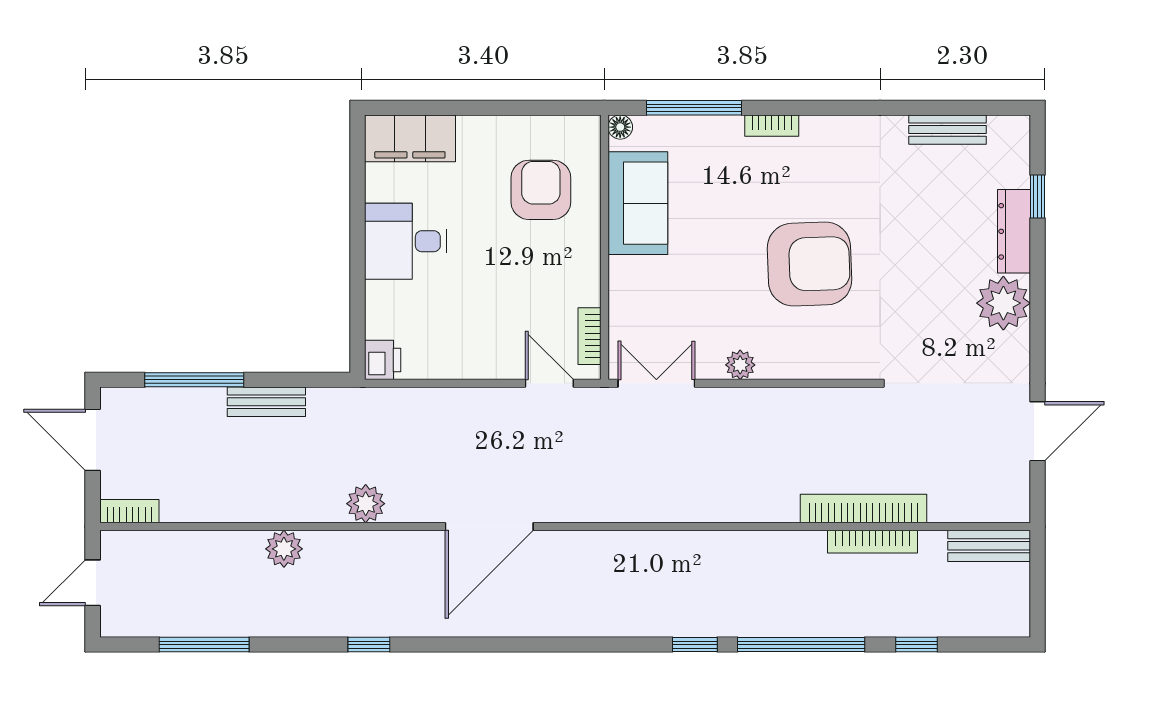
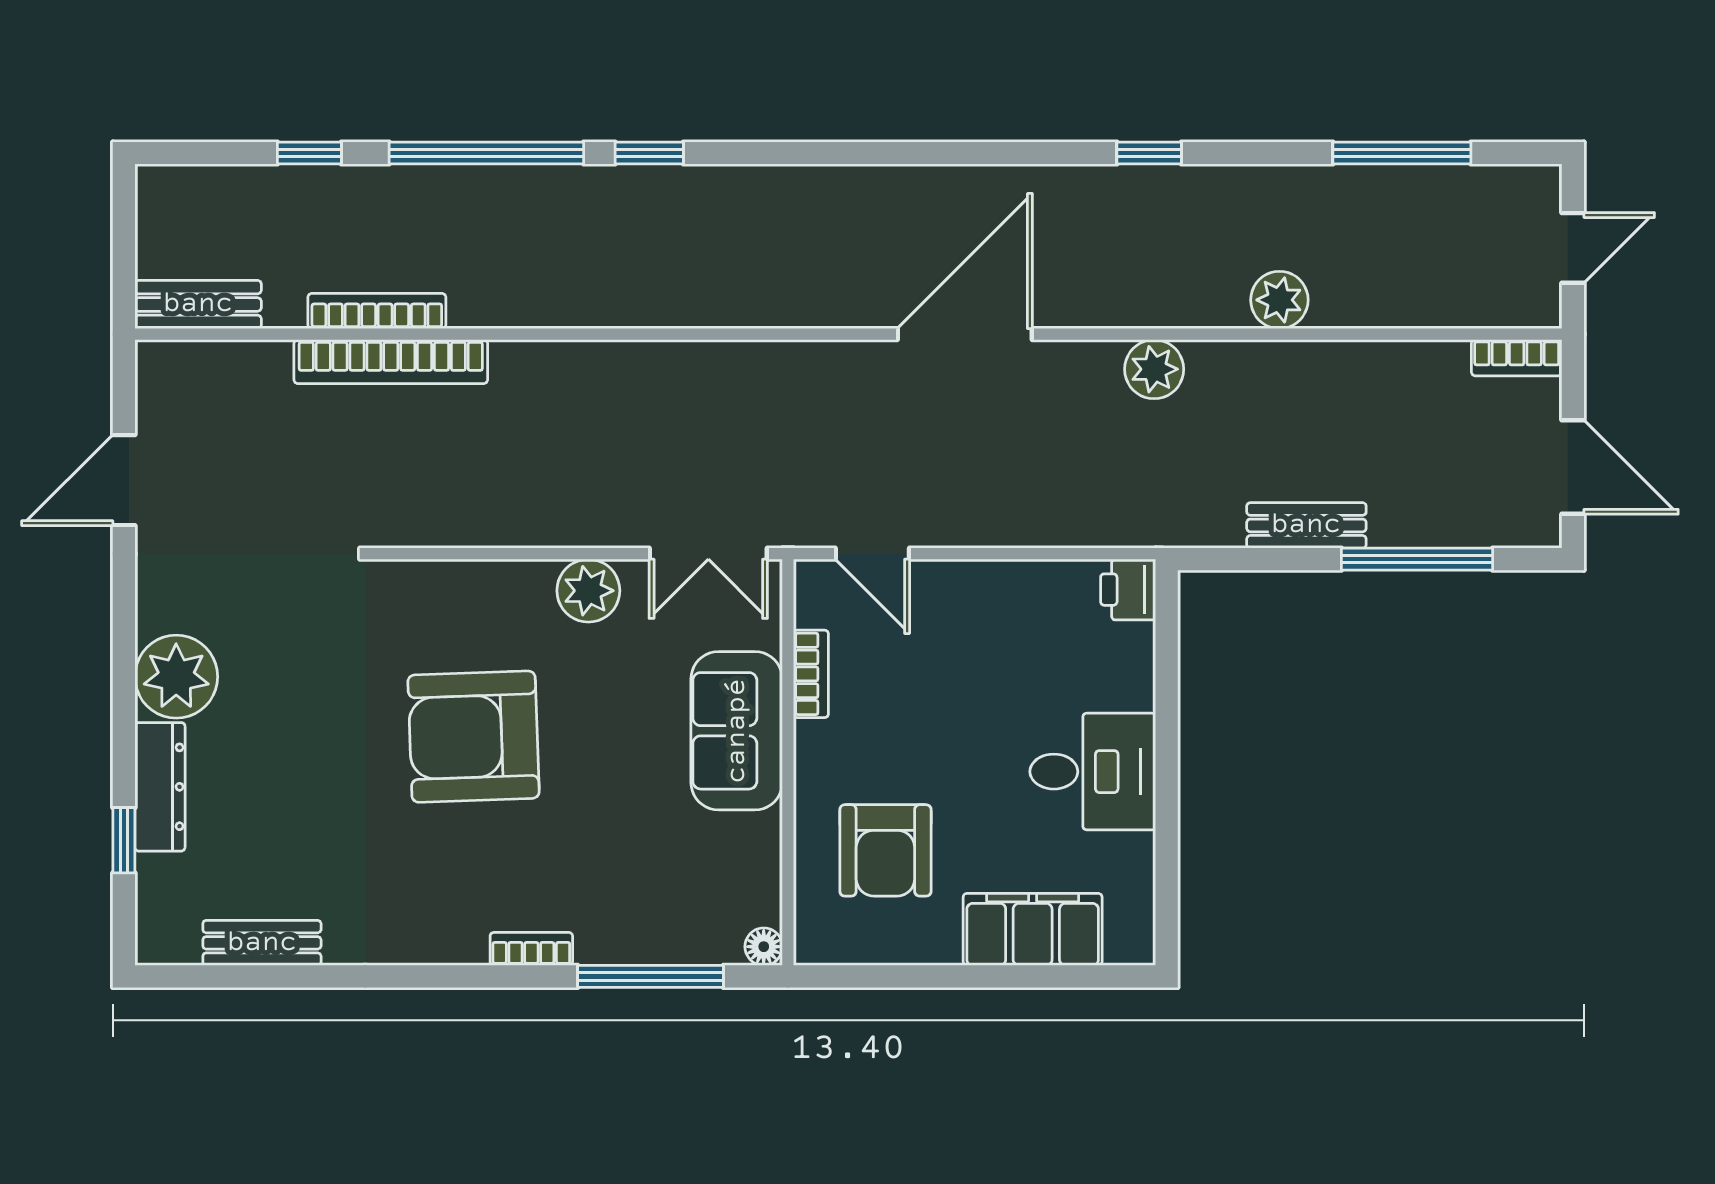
filing cabinet: (410, 138) -> (1033, 929), moved
sofa: (638, 203) -> (737, 731), moved
bookcase: (589, 336) -> (811, 674), moved
plant: (740, 365) -> (588, 591), width x1.38, depth x1.38

